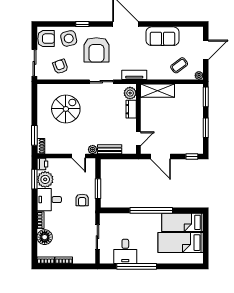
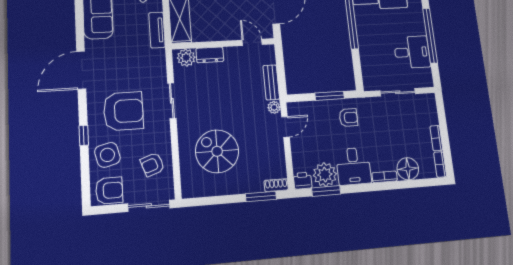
armchair: (46, 39) -> (109, 190), turned 90
tv unit: (134, 75) -> (157, 30), moved

